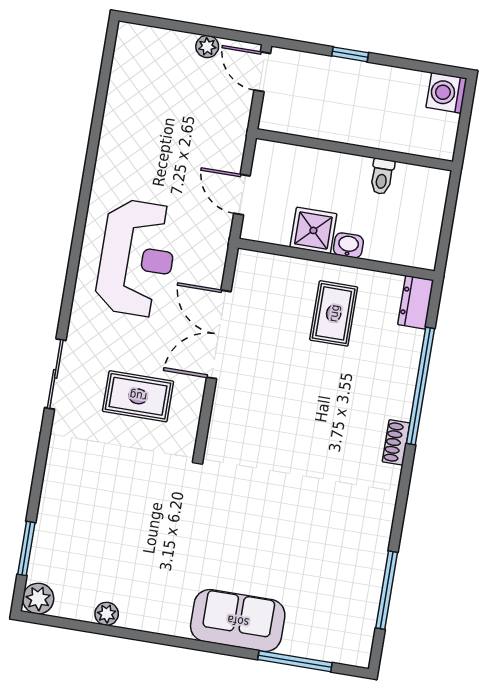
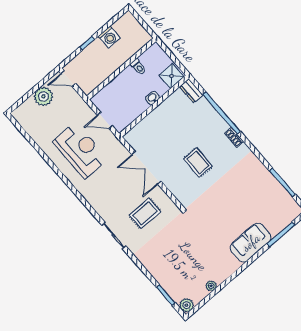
plant: (207, 47) -> (43, 96), width x1.88, depth x1.88
washing machine: (446, 93) -> (109, 37), moved, turned -90
shower: (313, 230) -> (172, 76), moved
reception desk: (137, 258) -> (80, 150), moved
rug: (334, 313) -> (198, 162), moved

